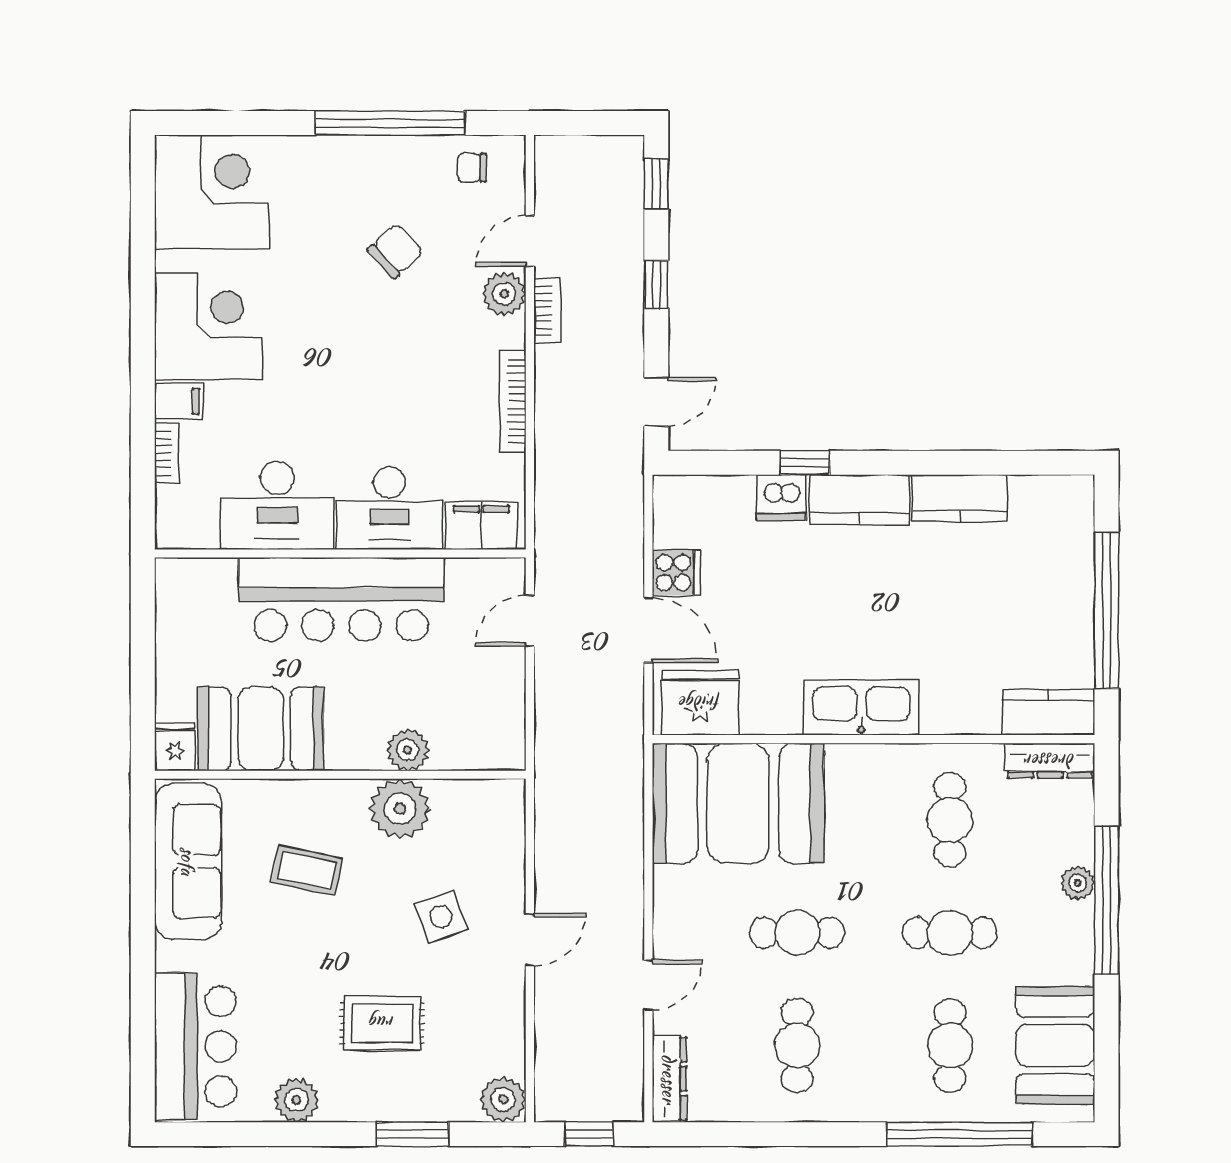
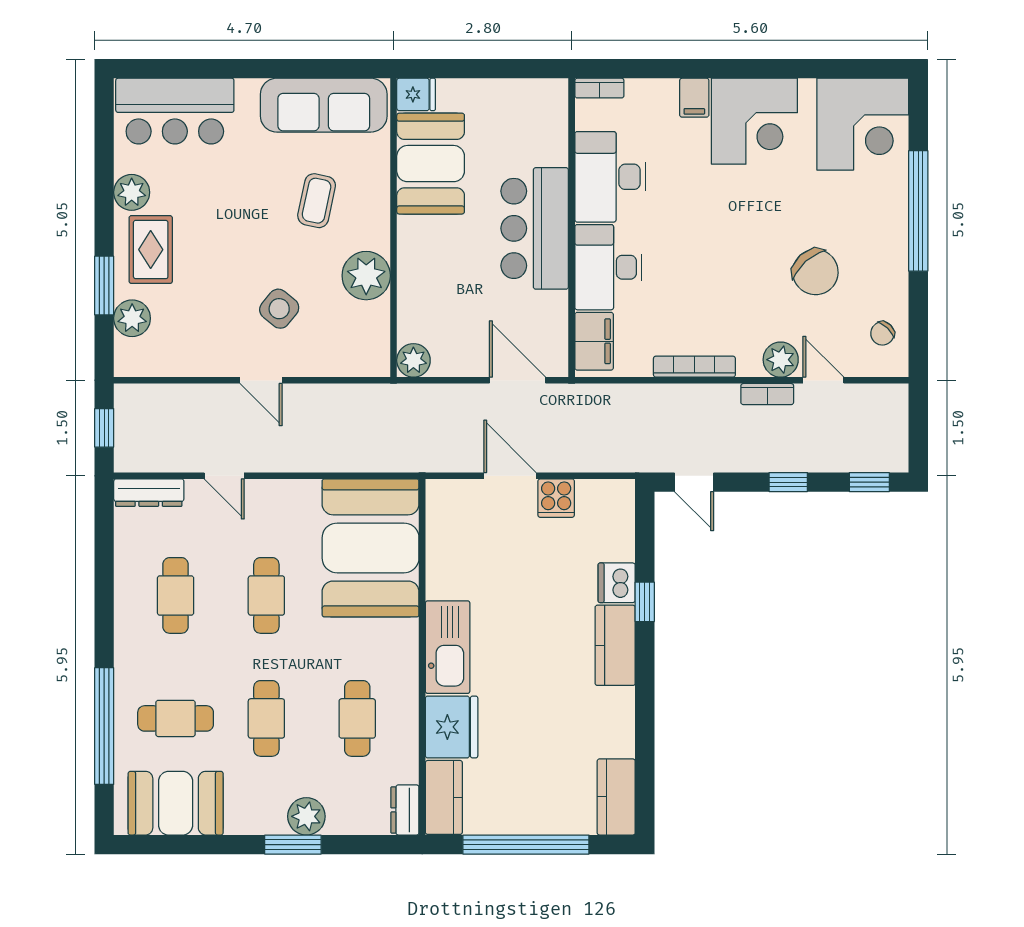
window: (390, 123) -> (918, 211), moved
chair: (472, 167) -> (882, 333), turned -136
chair: (395, 251) -> (815, 272), width x1.37, depth x1.37
bookcase: (167, 453) -> (599, 88), moved
kitchen counter: (959, 498) -> (616, 797), moved
bar counter: (341, 599) -> (535, 228), width x0.73
door: (530, 621) -> (518, 380), width x1.38
door: (648, 630) -> (510, 476), swing flipped
fridge: (700, 703) -> (452, 727), moved
plant: (408, 750) -> (413, 360), moved
dresser: (1050, 761) -> (405, 810), width x0.70
cafe table: (950, 820) -> (357, 718), turned 90
plant: (1078, 883) -> (306, 816), width x1.38, depth x1.38
window: (1107, 900) -> (293, 845), width x0.47
side table: (441, 917) -> (279, 309), turned -31
rug: (382, 1023) -> (151, 250), moved
cafe table: (797, 1046) -> (176, 595), turned 90
plant: (503, 1100) -> (132, 318), moved

